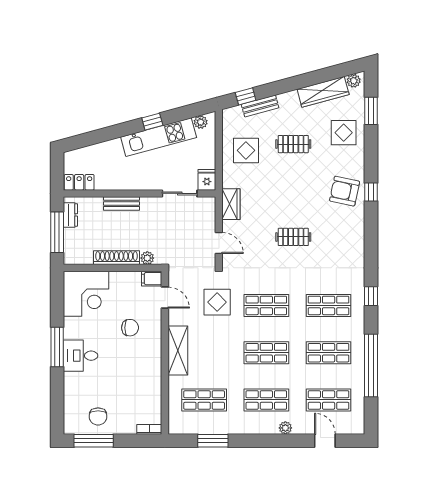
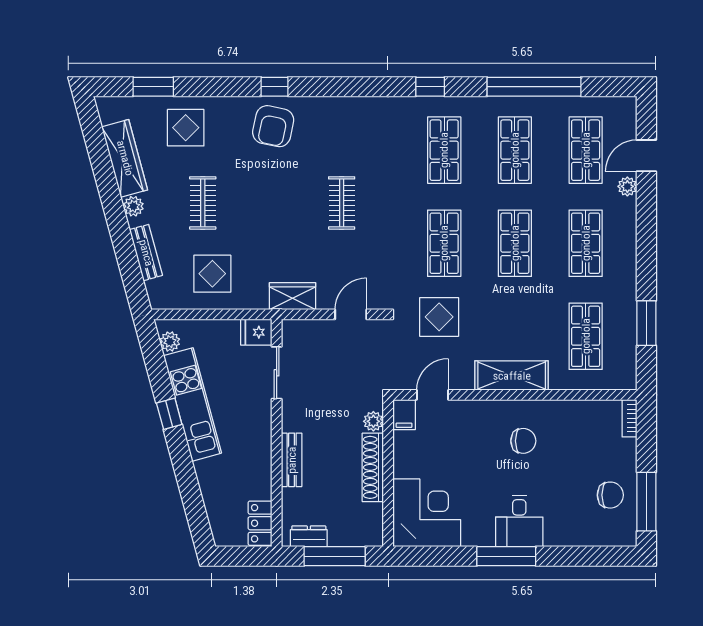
plant: (354, 81) -> (133, 206), moved
window: (246, 96) -> (131, 274), removed
chair: (130, 328) -> (523, 441), moved, turned 90
plant: (285, 428) -> (627, 186), moved

